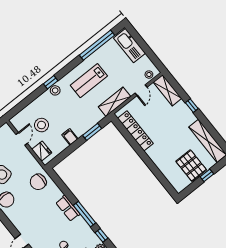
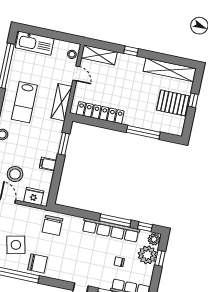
window: (154, 169) -> (143, 132), added
row of seats: (68, 208) -> (111, 230), width x2.02

